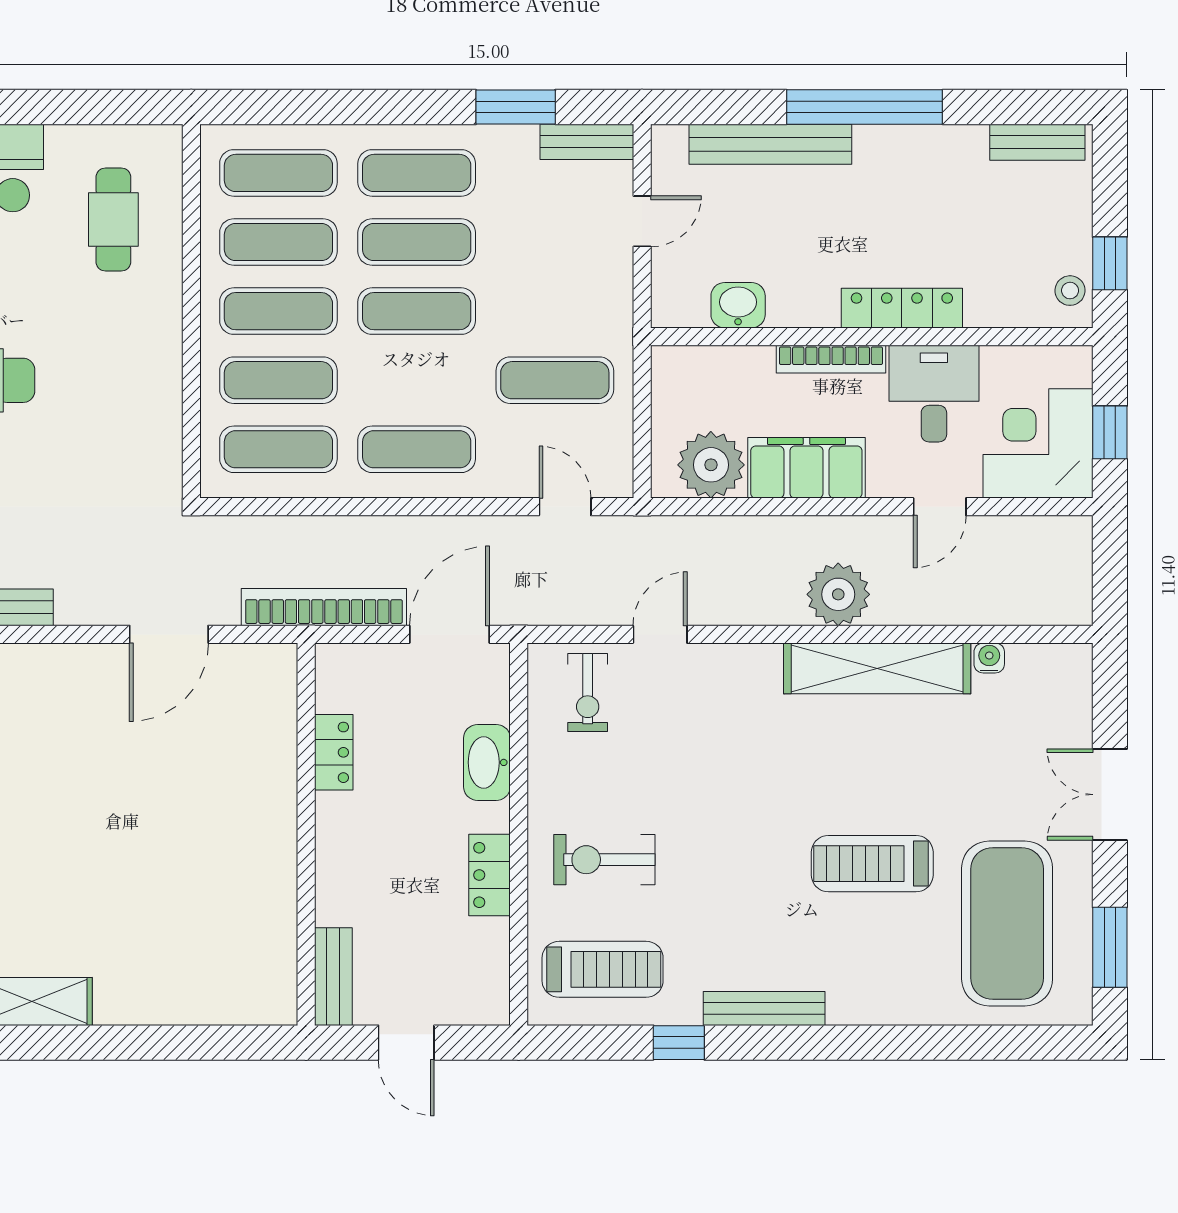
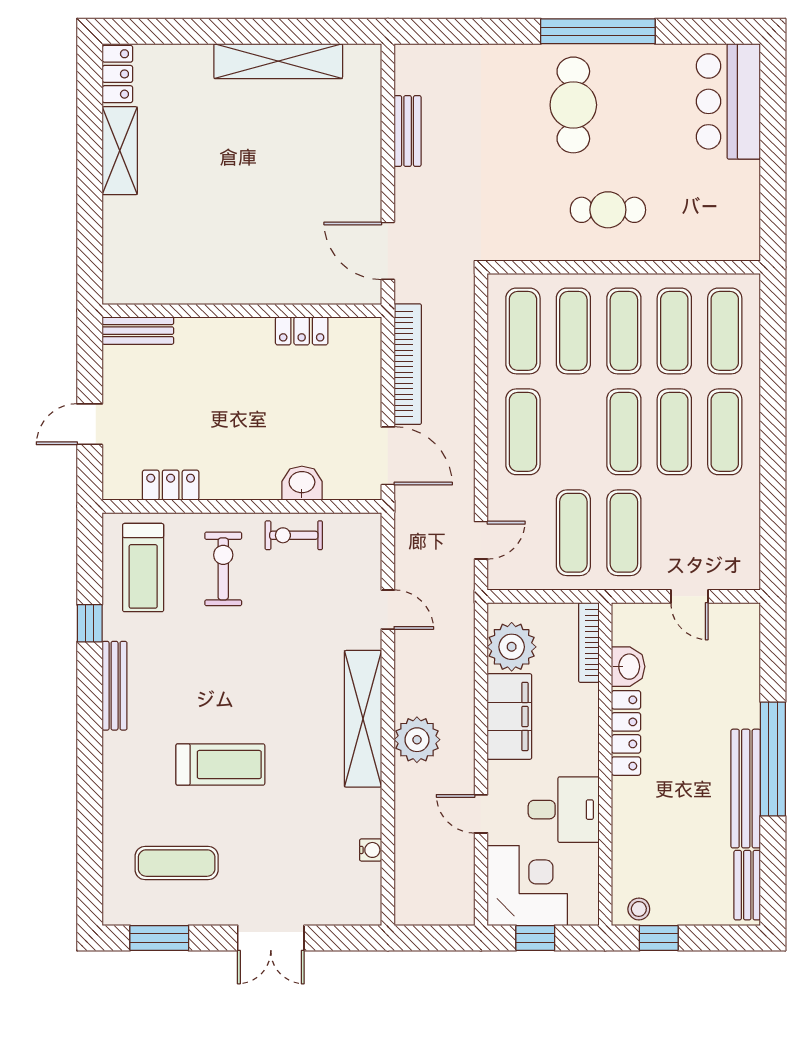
window: (516, 107) -> (773, 504), removed
bench: (587, 142) -> (747, 556), removed
bench: (770, 144) -> (746, 789), moved
cafe table: (113, 219) -> (608, 210), moved
locker: (902, 308) -> (626, 733), moved
exercise mat: (555, 311) -> (624, 533), added
bookcase: (831, 359) -> (589, 643), moved
shelving: (877, 668) -> (363, 719), moved
exercise bike: (588, 693) -> (294, 535), moved
locker: (334, 752) -> (302, 331), moved
washbasin: (487, 762) -> (302, 483), width x0.72
double door: (1110, 795) -> (271, 938), swing flipped
wall: (306, 834) -> (242, 311), moved
treadmill: (872, 864) -> (220, 765), turned 90
locker: (490, 875) -> (171, 485), moved
exercise mat: (1007, 923) -> (177, 863), width x0.50, depth x0.69
bench: (333, 977) -> (138, 331), moved

